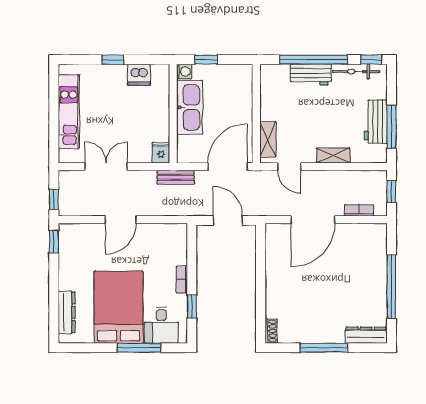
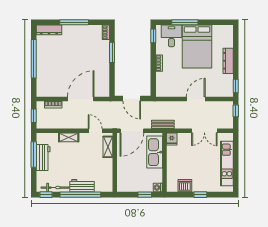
kitchen sink: (190, 107) -> (155, 152), moved
window: (261, 298) -> (112, 52), added
window: (192, 307) -> (153, 36), moved
dresser: (67, 312) -> (228, 61), moved

